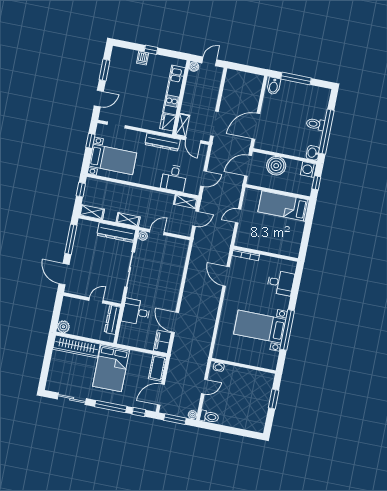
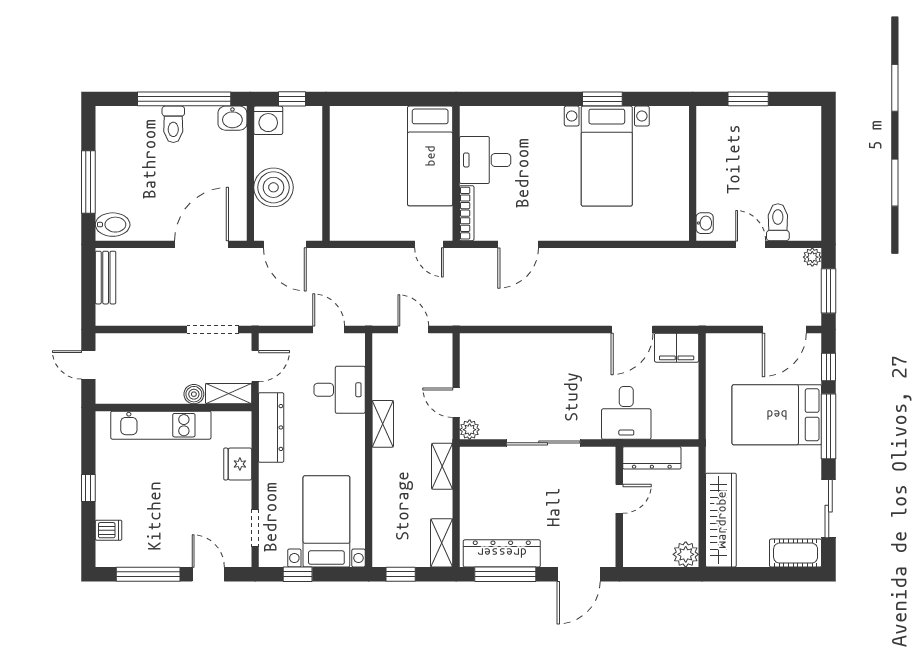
dishwasher: (143, 58) -> (109, 530), moved
boiler: (194, 67) -> (194, 394), moved
window: (104, 70) -> (148, 574), width x1.44
bench: (249, 78) -> (106, 278), added
fridge: (168, 122) -> (238, 464), moved, turned 90
door: (256, 126) -> (202, 244), swing flipped
shelving: (186, 202) -> (383, 424), moved
bed: (284, 206) -> (430, 156), moved
door: (238, 216) -> (429, 244), moved
dresser: (116, 233) -> (502, 553), moved, turned -90
desk: (280, 283) -> (485, 160), moved, turned -90
door: (96, 300) -> (619, 499), swing flipped
window: (287, 330) -> (602, 99), width x0.47
bed: (111, 368) -> (777, 415), moved, turned 180
cot: (157, 368) -> (796, 553), moved
door: (161, 395) -> (784, 329), hinge flipped
toilet: (209, 417) -> (778, 222), moved

